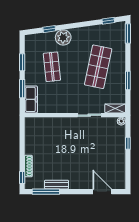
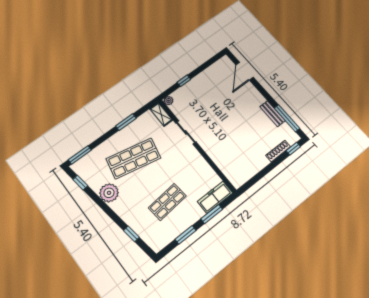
plant: (63, 37) -> (109, 193), moved

